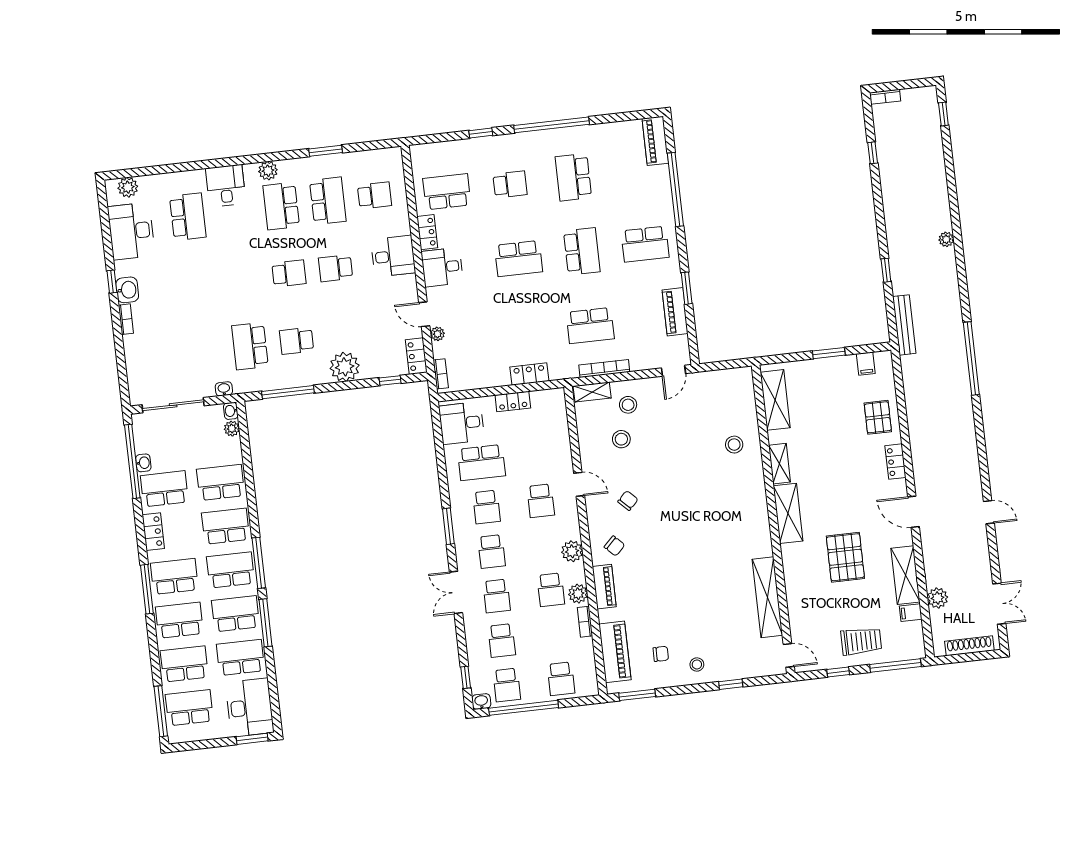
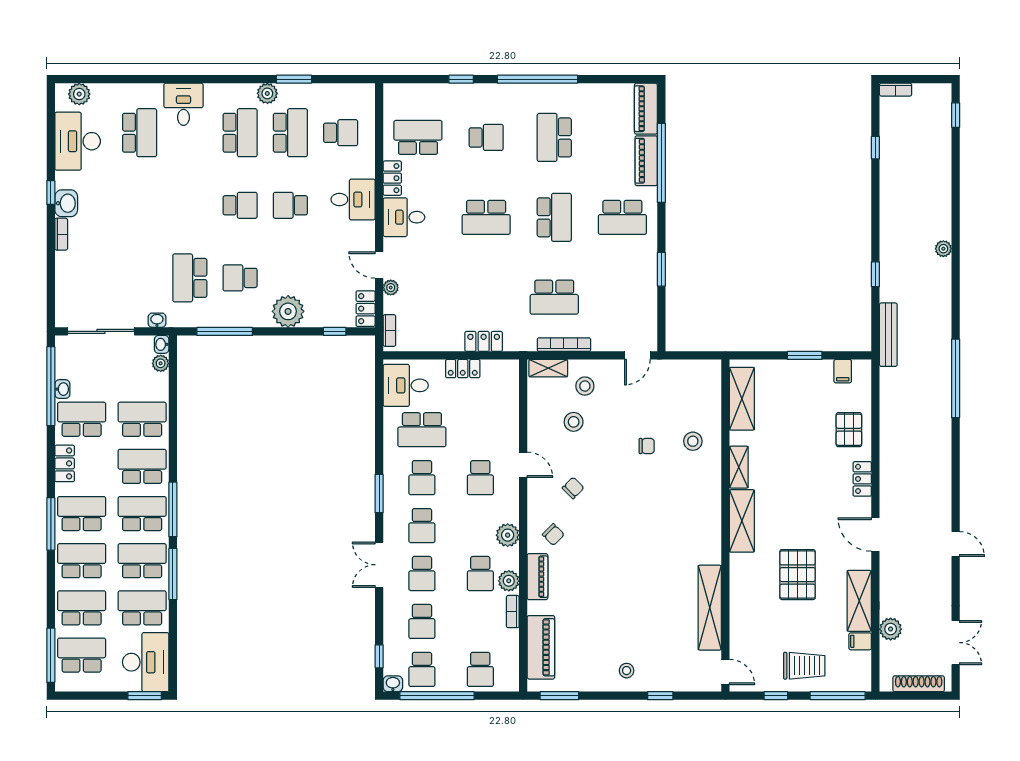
plant: (268, 171) -> (267, 93), moved
school desk: (281, 206) -> (240, 133), turned 180
piano: (675, 312) -> (646, 161), moved
chair: (661, 654) -> (647, 446), moved

